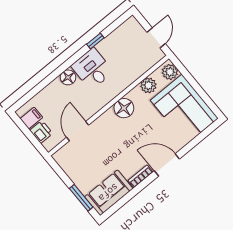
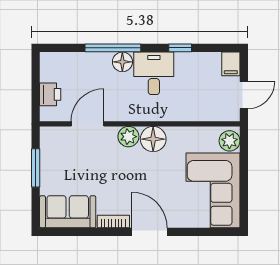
window: (56, 74) -> (113, 48), added
plant: (148, 85) -> (128, 137), moved
filing cabinet: (31, 118) -> (231, 64), moved, turned 90
window: (81, 198) -> (36, 168), moved

